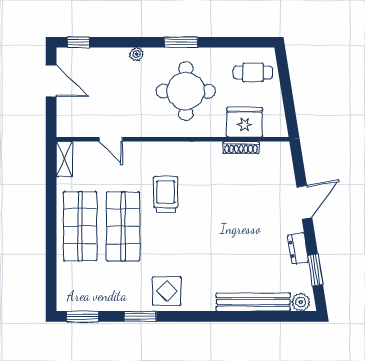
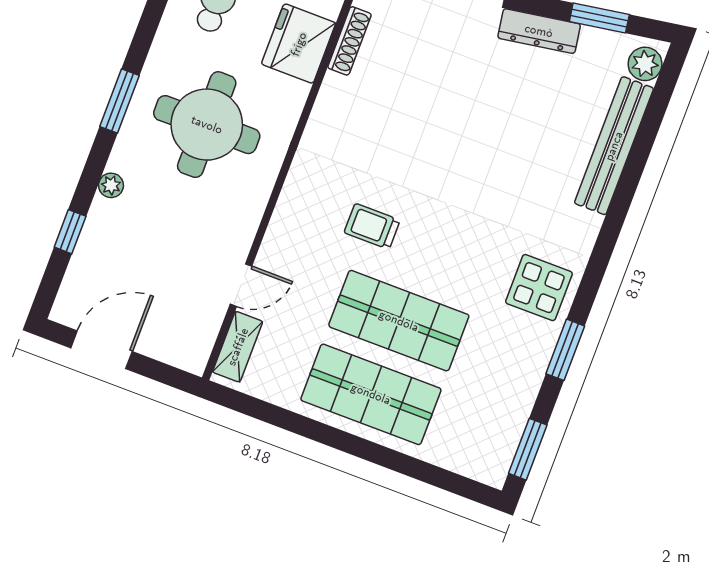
window: (79, 42) -> (70, 232), moved
shoe rack: (241, 148) -> (349, 41), moved
shelving: (64, 159) -> (238, 347), moved, turned 90
trolley: (166, 195) -> (372, 226), width x0.73, depth x0.72
dresser: (298, 248) -> (539, 31), width x1.44

